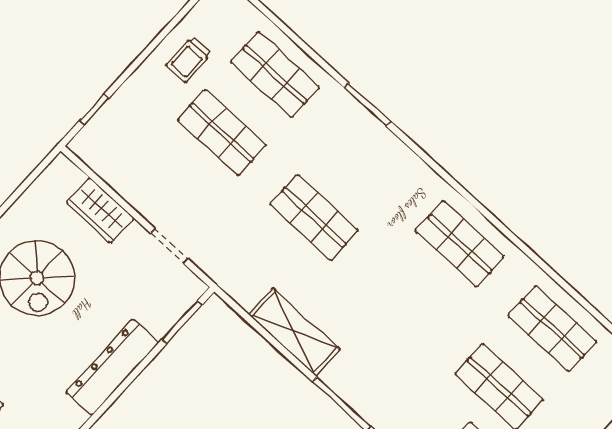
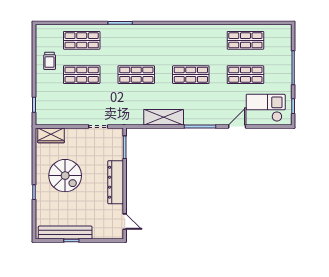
wardrobe: (100, 210) -> (51, 135), moved
shop shelf: (460, 244) -> (191, 75), moved

